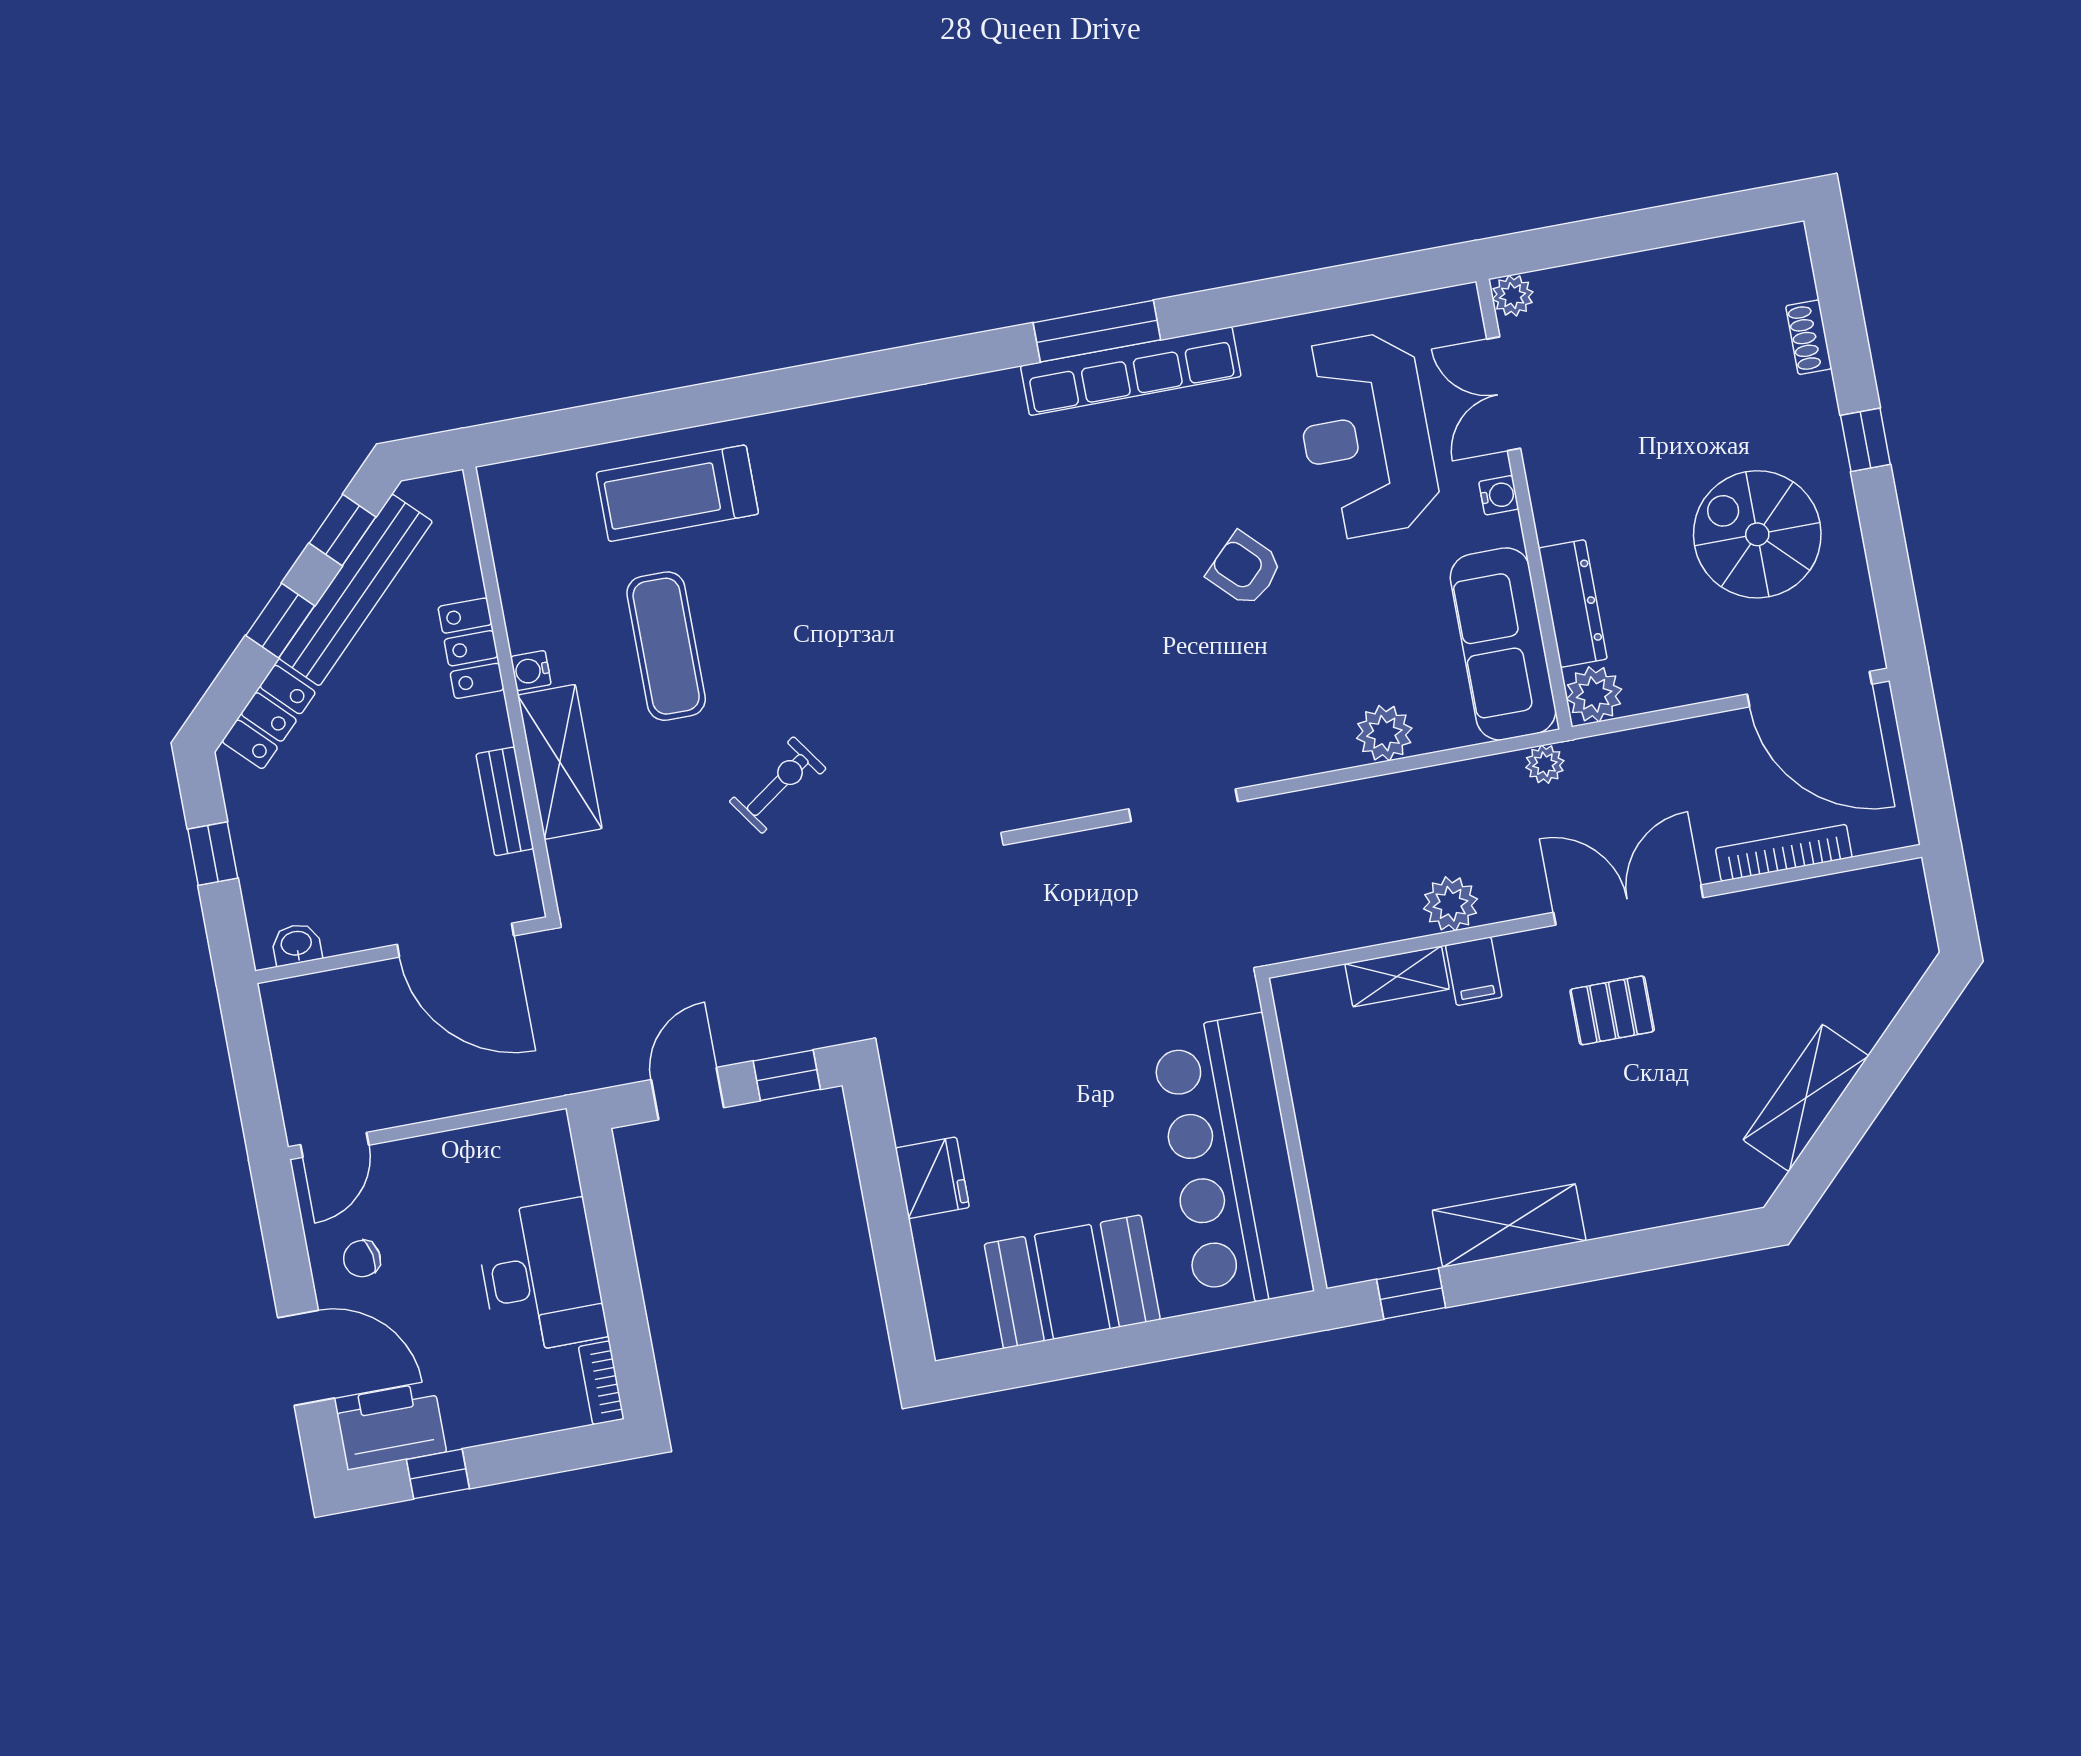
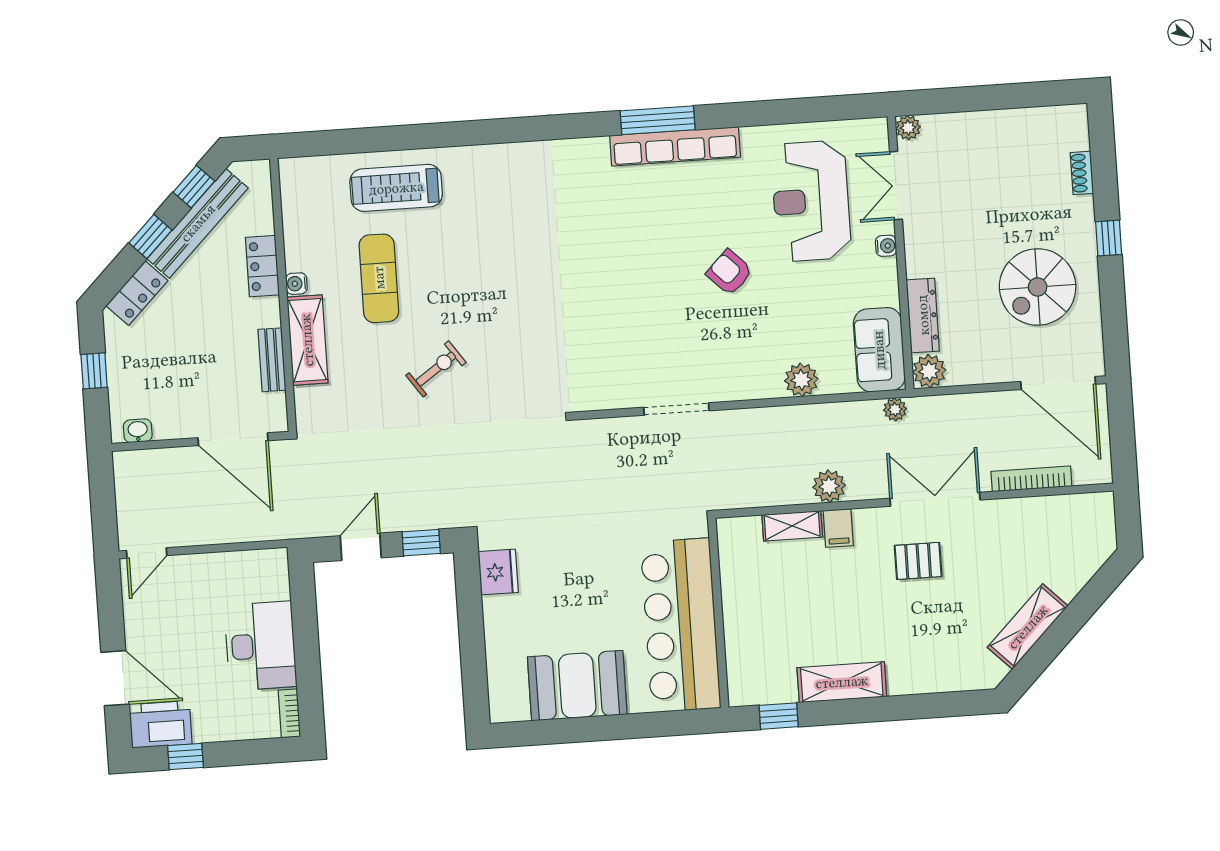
spiral stairs: (1757, 534) -> (1038, 287), turned -90
sofa: (1503, 644) -> (879, 350), width x0.73
fridge: (932, 1178) -> (498, 572), moved
chair: (362, 1259) -> (155, 623), removed

